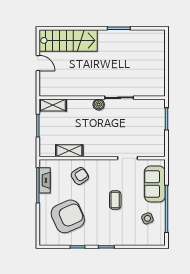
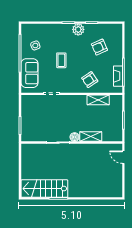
stairs: (68, 40) -> (44, 189), moved
door: (38, 63) -> (123, 157), moved
shelving: (53, 105) -> (91, 137), moved
armchair: (68, 216) -> (99, 47), width x0.53, depth x0.53
plant: (94, 238) -> (78, 29), added

